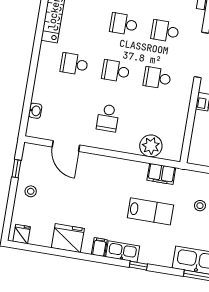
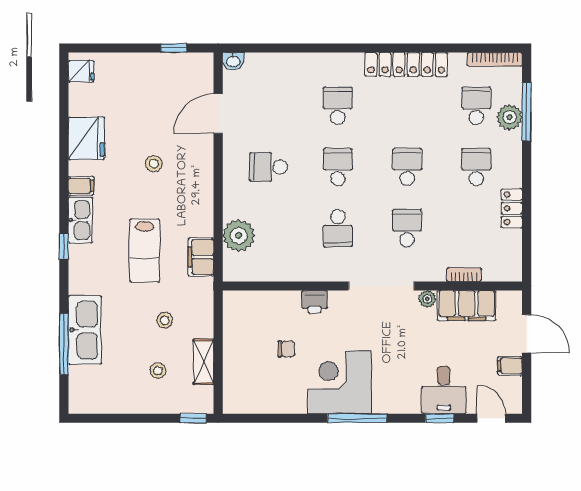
school desk: (157, 78) -> (338, 228), turned 180
washbasin: (35, 111) -> (233, 61), moved
stool: (31, 191) -> (154, 164), moved

